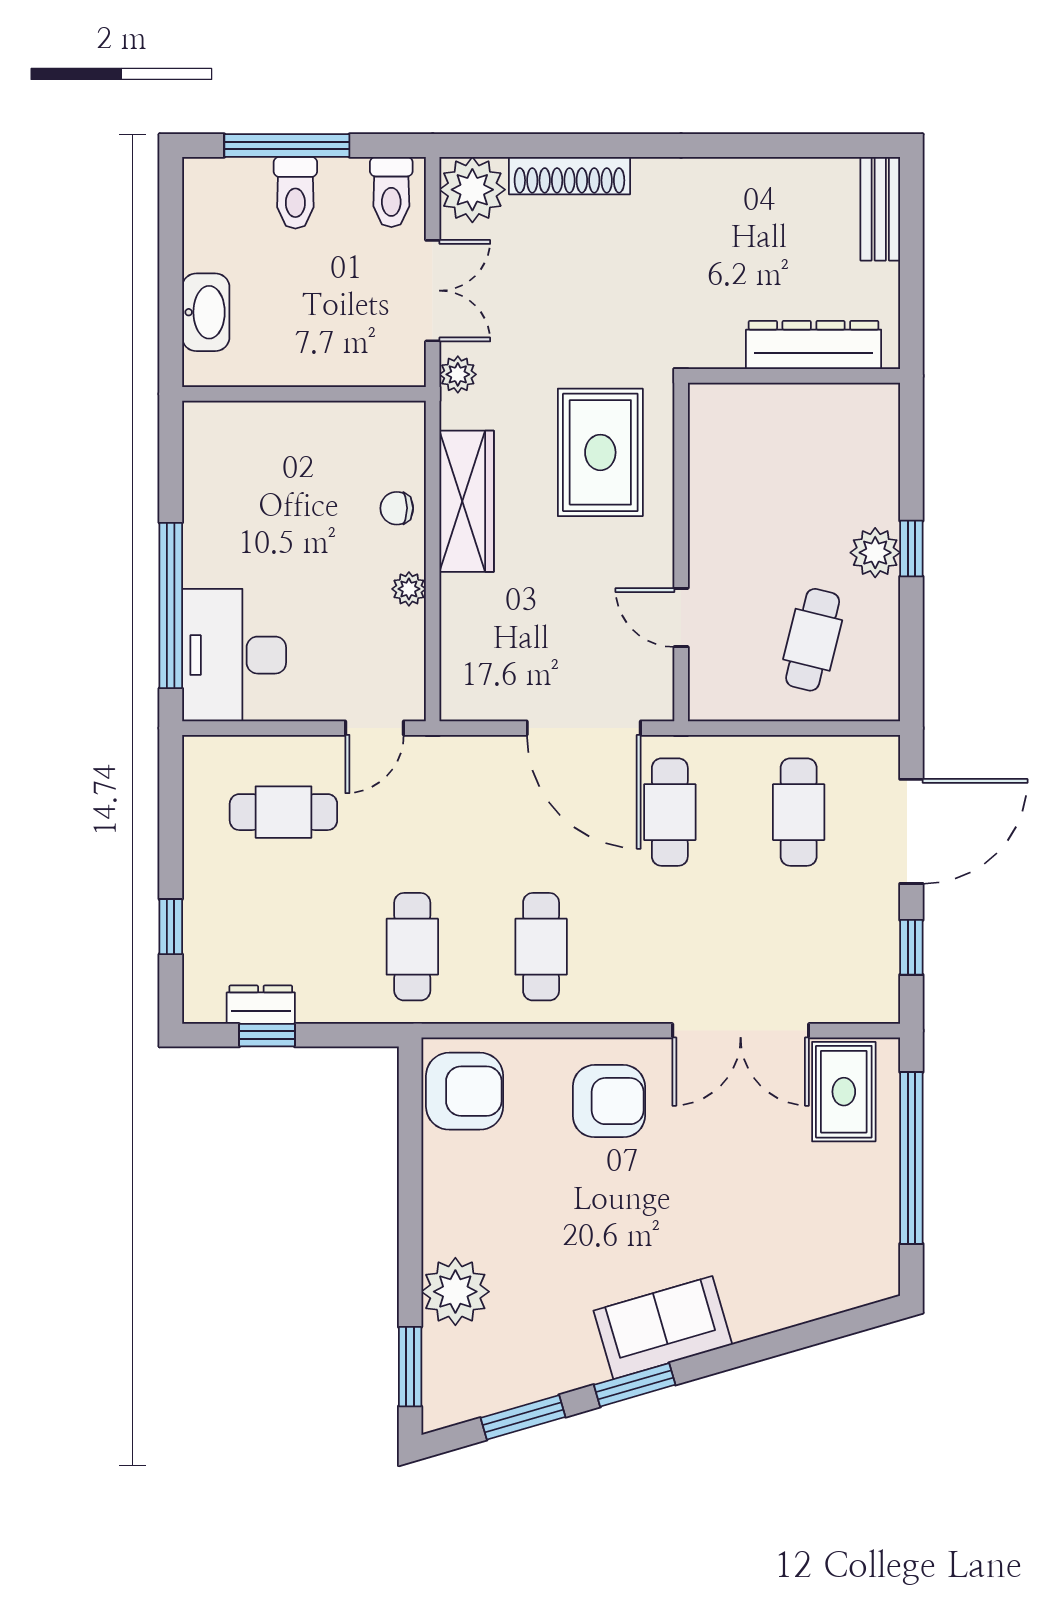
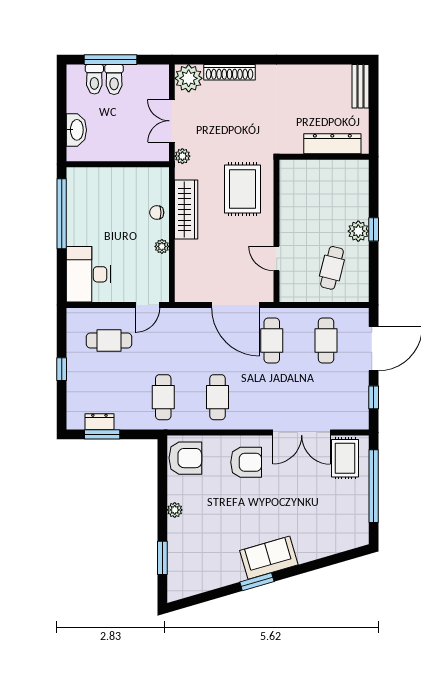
toilet: (391, 192) -> (94, 79), moved
double door: (433, 291) -> (172, 121), swing flipped
window: (171, 606) -> (62, 214), moved
window: (171, 927) -> (62, 369), moved
window: (267, 1035) -> (102, 434), width x1.50
plant: (455, 1292) -> (175, 510), moved, width x0.53, depth x0.53
window: (410, 1367) -> (162, 558), moved
window: (523, 1417) -> (210, 595), removed

